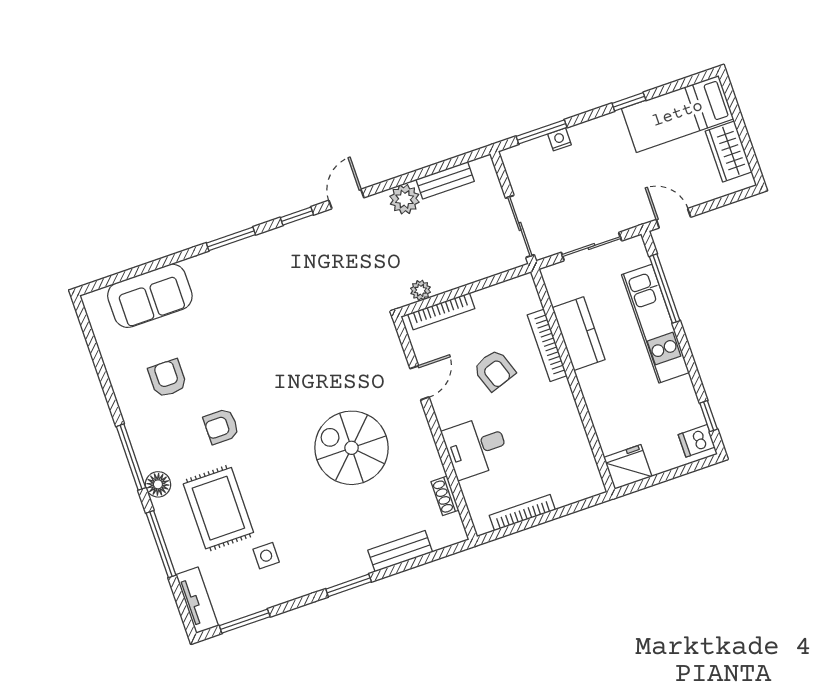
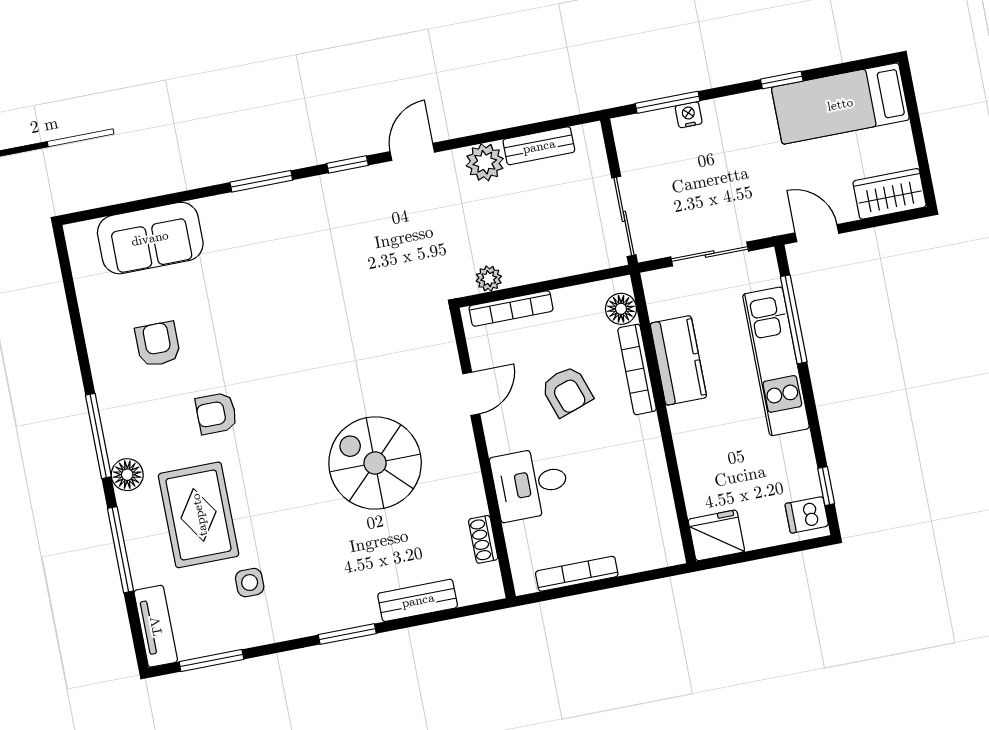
wardrobe: (729, 152) -> (890, 194), moved, turned 90
floor lamp: (528, 299) -> (621, 309), added

